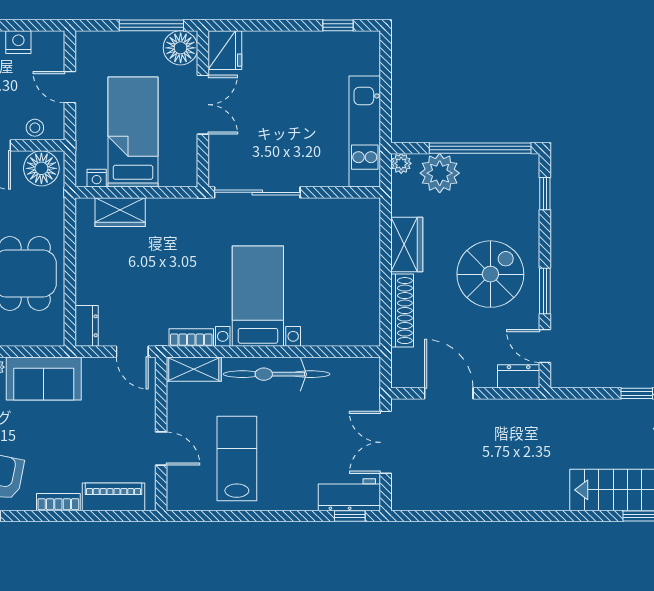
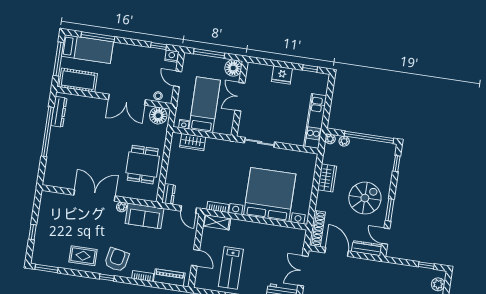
window: (21, 25) -> (159, 46), added
window: (151, 25) -> (209, 53), moved
nightstand: (18, 42) -> (172, 56), moved
fridge: (225, 50) -> (282, 75), moved, turned 90
double door: (203, 105) -> (240, 97), swing flipped
plant: (440, 173) -> (344, 141), width x0.53, depth x0.53
sliding door: (257, 192) -> (260, 142), width x0.73
bed with nightstands: (258, 296) -> (270, 195), width x1.85
shoe rack: (402, 311) -> (317, 229), moved
bicycle: (277, 374) -> (256, 231), removed
dresser: (519, 376) -> (367, 248), width x1.44
lab bench: (237, 458) -> (231, 268), turned 180

